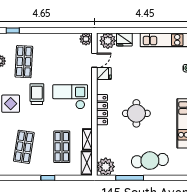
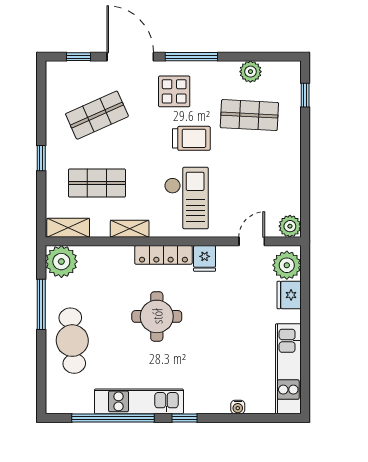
door: (94, 60) -> (252, 241), swing flipped
fridge: (104, 74) -> (205, 258), moved
shelving: (87, 139) -> (130, 229), moved
shop shelf: (24, 147) -> (97, 115), turned -33

